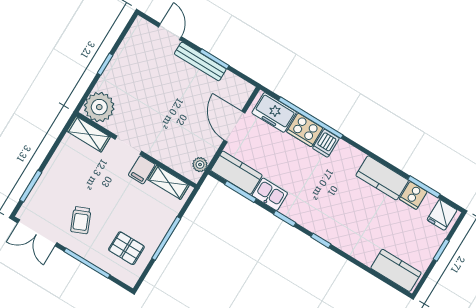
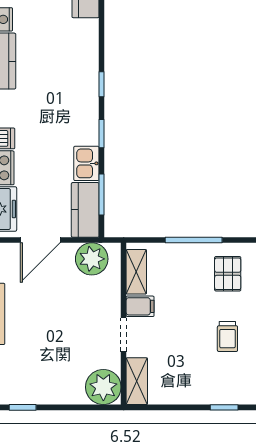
window: (105, 64) -> (23, 407), moved
plant: (200, 165) -> (92, 259), width x1.88, depth x1.88
window: (31, 186) -> (224, 407), width x0.67
trolley: (81, 220) -> (227, 336), turned 113

